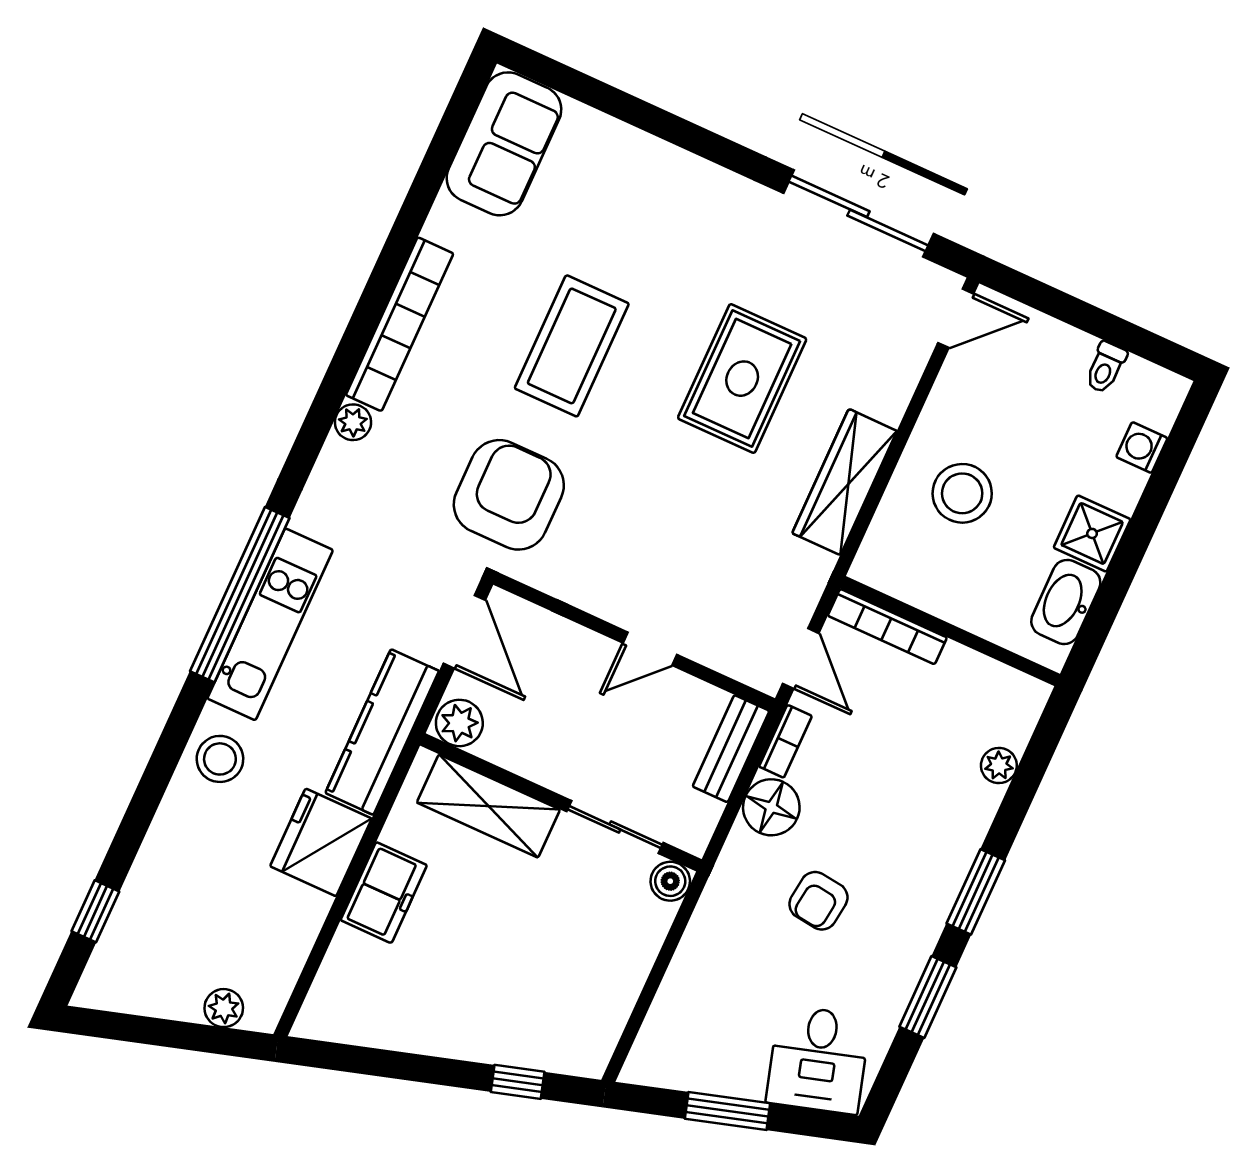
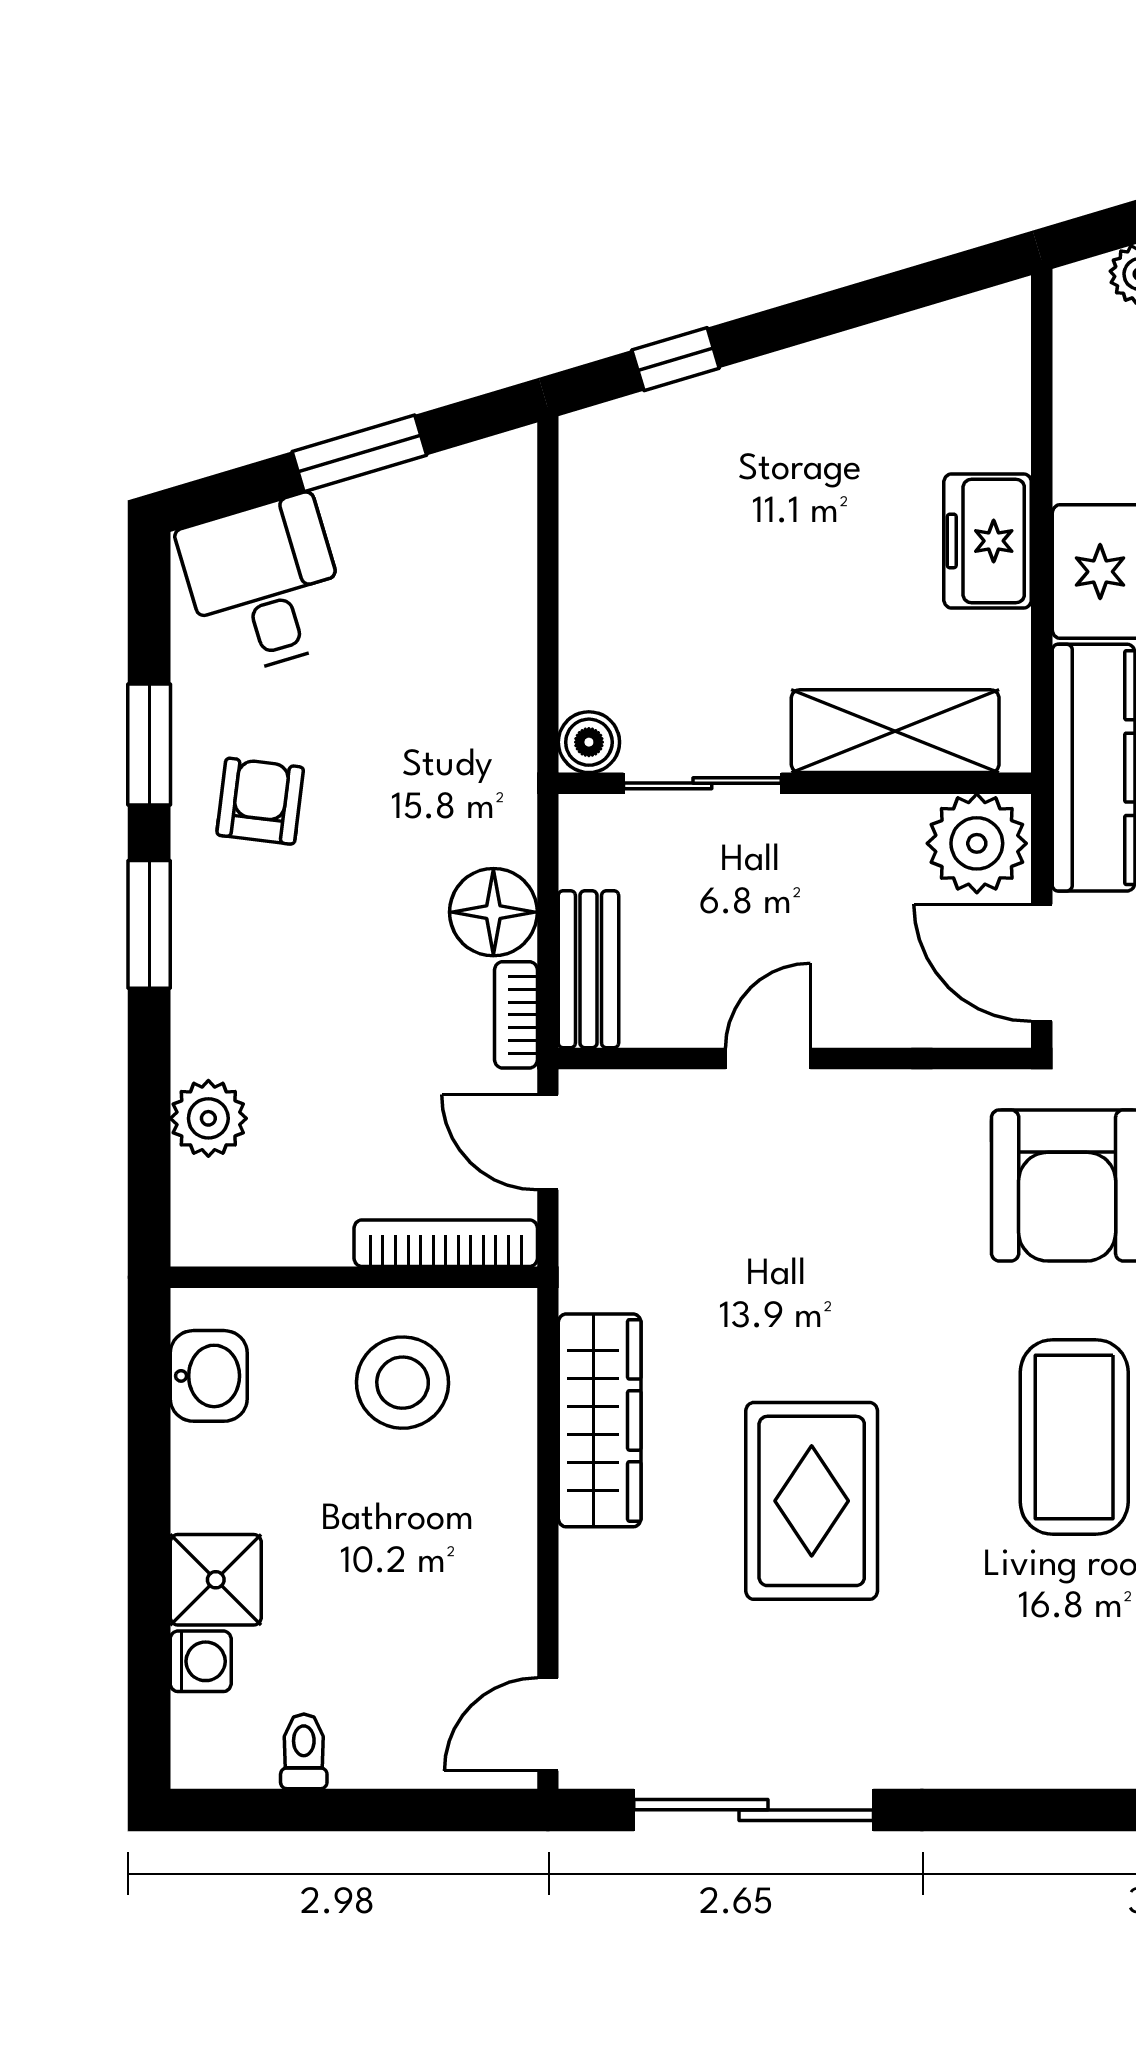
stool: (962, 493) -> (403, 1383), moved
shower: (1092, 533) -> (216, 1580), moved
washbasin: (1066, 602) -> (209, 1376), width x0.72
plant: (459, 723) -> (977, 843), width x1.36, depth x1.36
plant: (999, 765) -> (208, 1118), width x1.38, depth x1.38
armchair: (818, 901) -> (260, 801), moved

